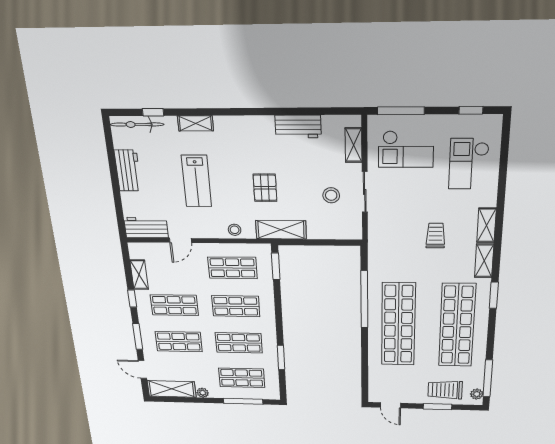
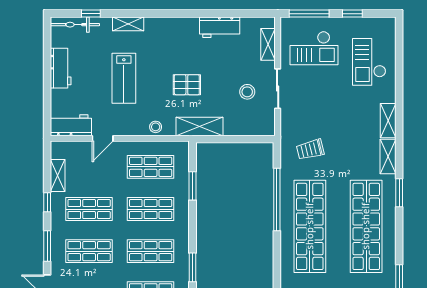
window: (471, 110) -> (352, 14), moved
pallet: (265, 188) -> (187, 85), turned 90
trolley: (436, 236) -> (310, 149), moved, turned -104
window: (276, 266) -> (193, 186), moved

